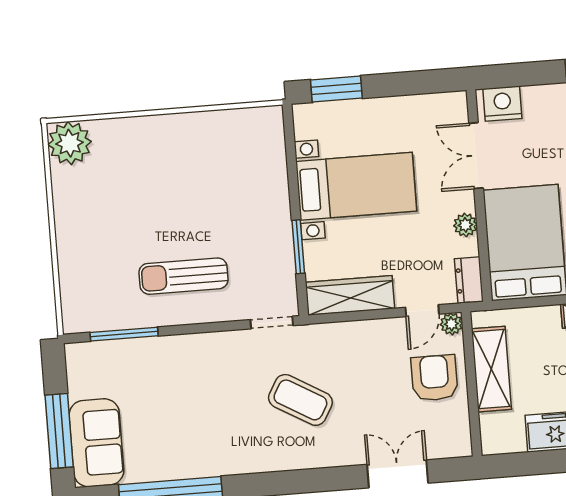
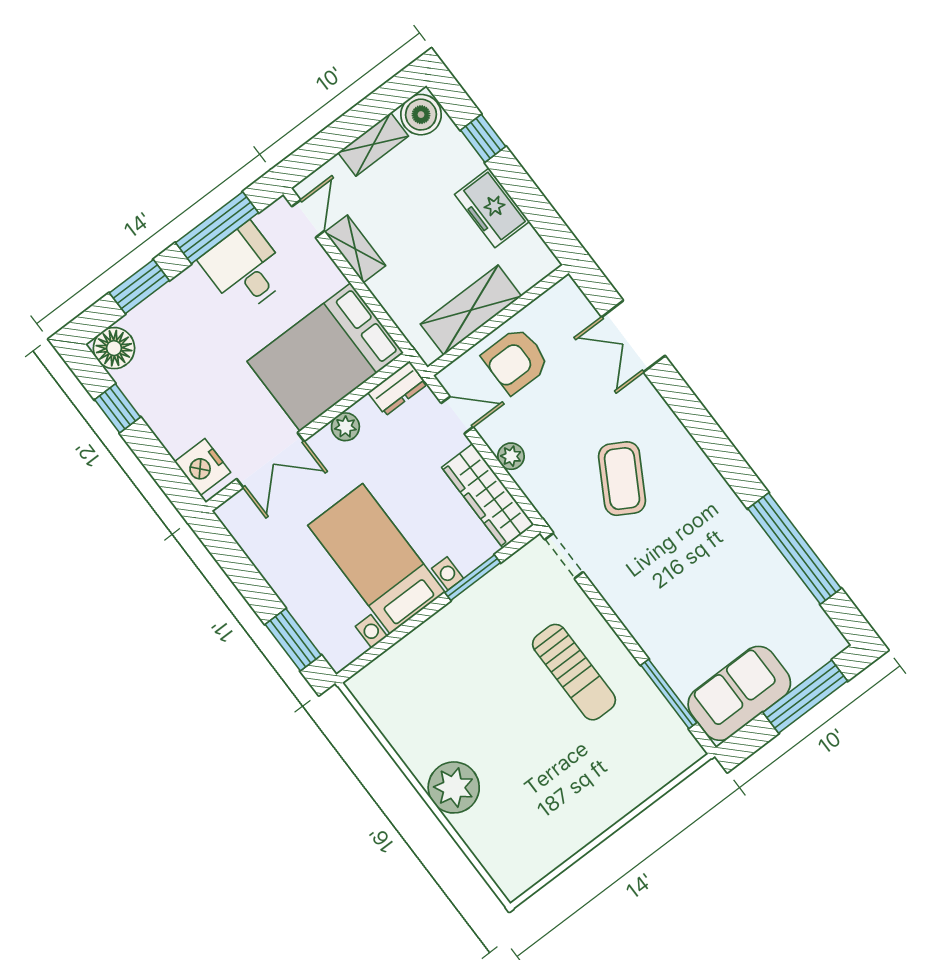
plant: (70, 143) -> (454, 787), moved
plant: (451, 324) -> (511, 456), moved
sofa: (96, 443) -> (739, 693), moved

